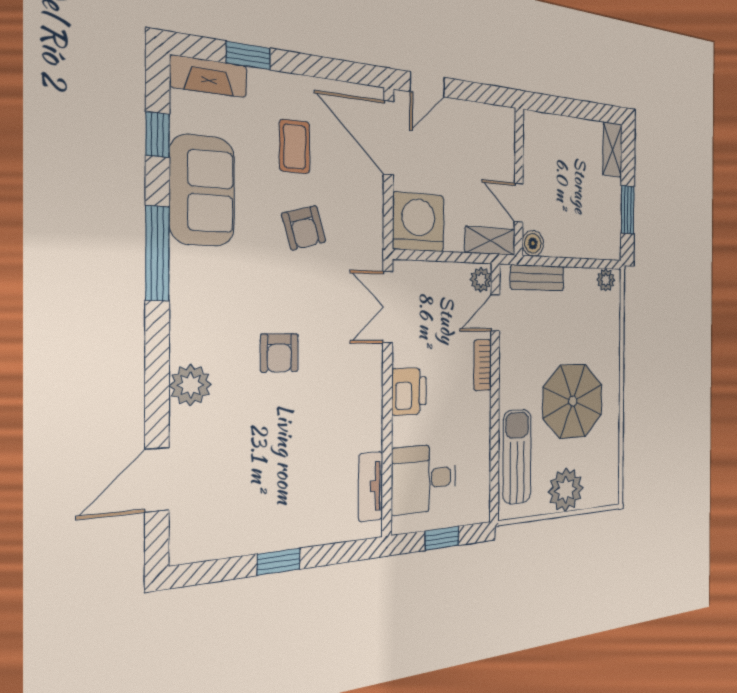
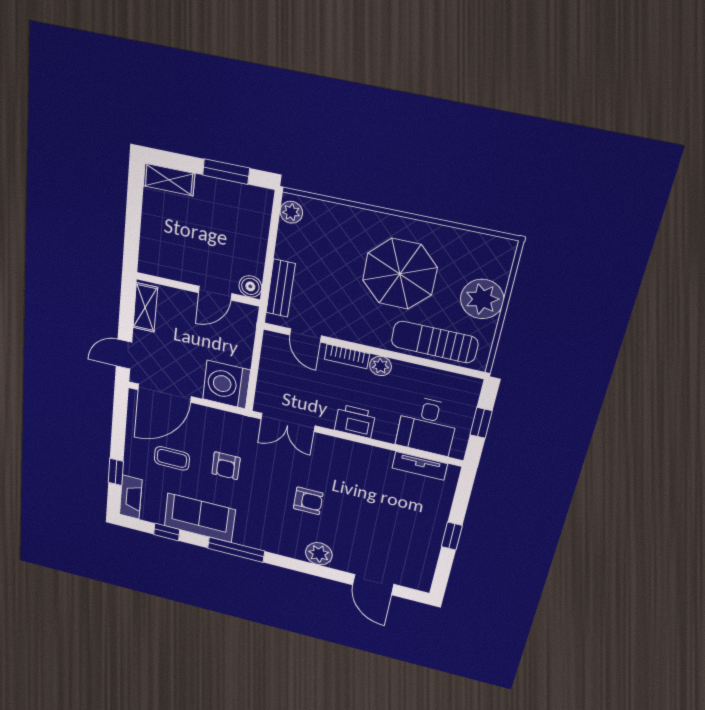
door: (427, 84) -> (124, 354), swing flipped
armchair: (304, 228) -> (226, 466), turned 106
shelving: (490, 241) -> (145, 308), moved
plant: (481, 280) -> (380, 366), moved

